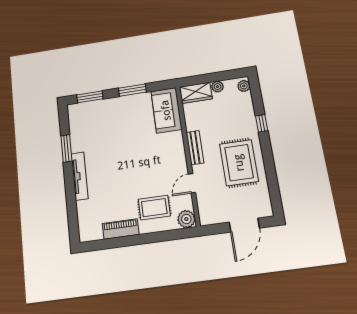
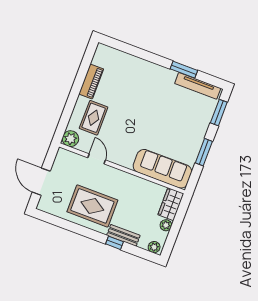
sofa: (166, 110) -> (162, 169), width x1.36
bench: (195, 148) -> (123, 235), moved
tv unit: (80, 176) -> (198, 86), moved

